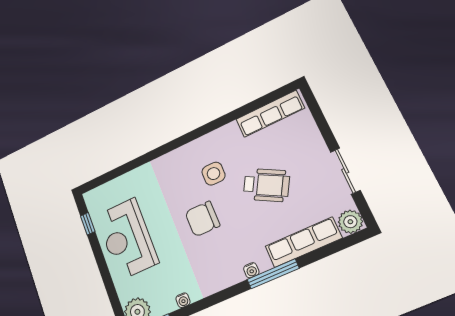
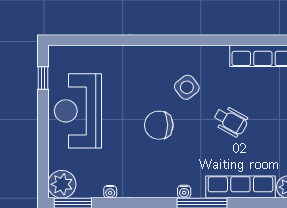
side table: (213, 174) -> (187, 87), turned -38
wheelchair: (266, 185) -> (231, 121), width x0.73, depth x0.73

